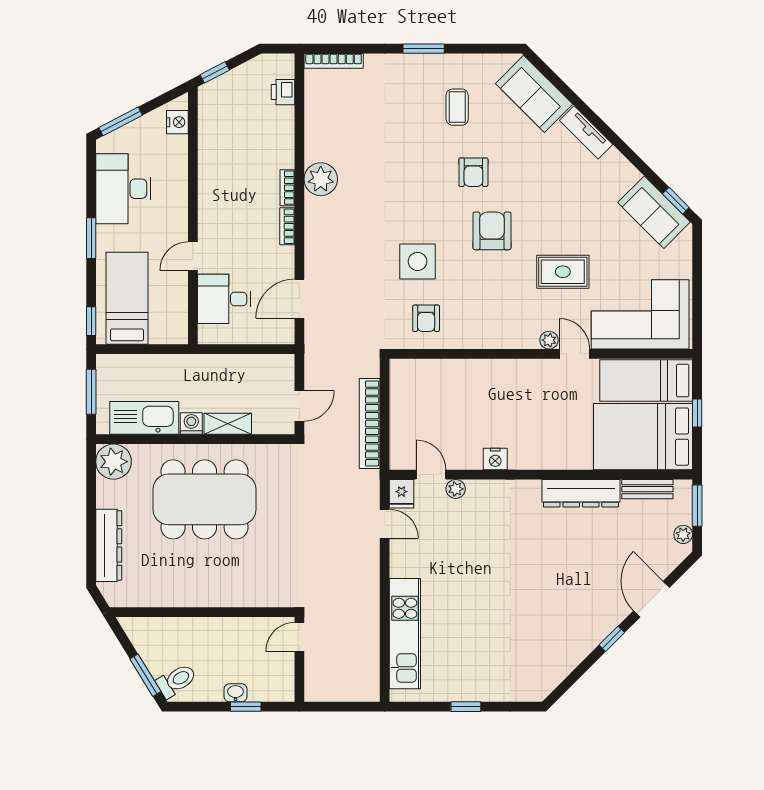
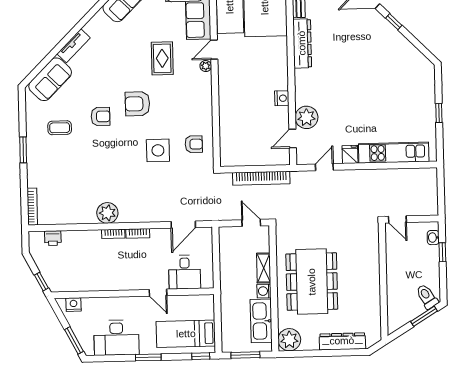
door: (299, 299) -> (183, 225), hinge flipped
plant: (456, 489) -> (306, 117), width x1.88, depth x1.88
fridge: (401, 494) -> (350, 154), moved, turned -90
washbasin: (236, 693) -> (433, 238), moved

